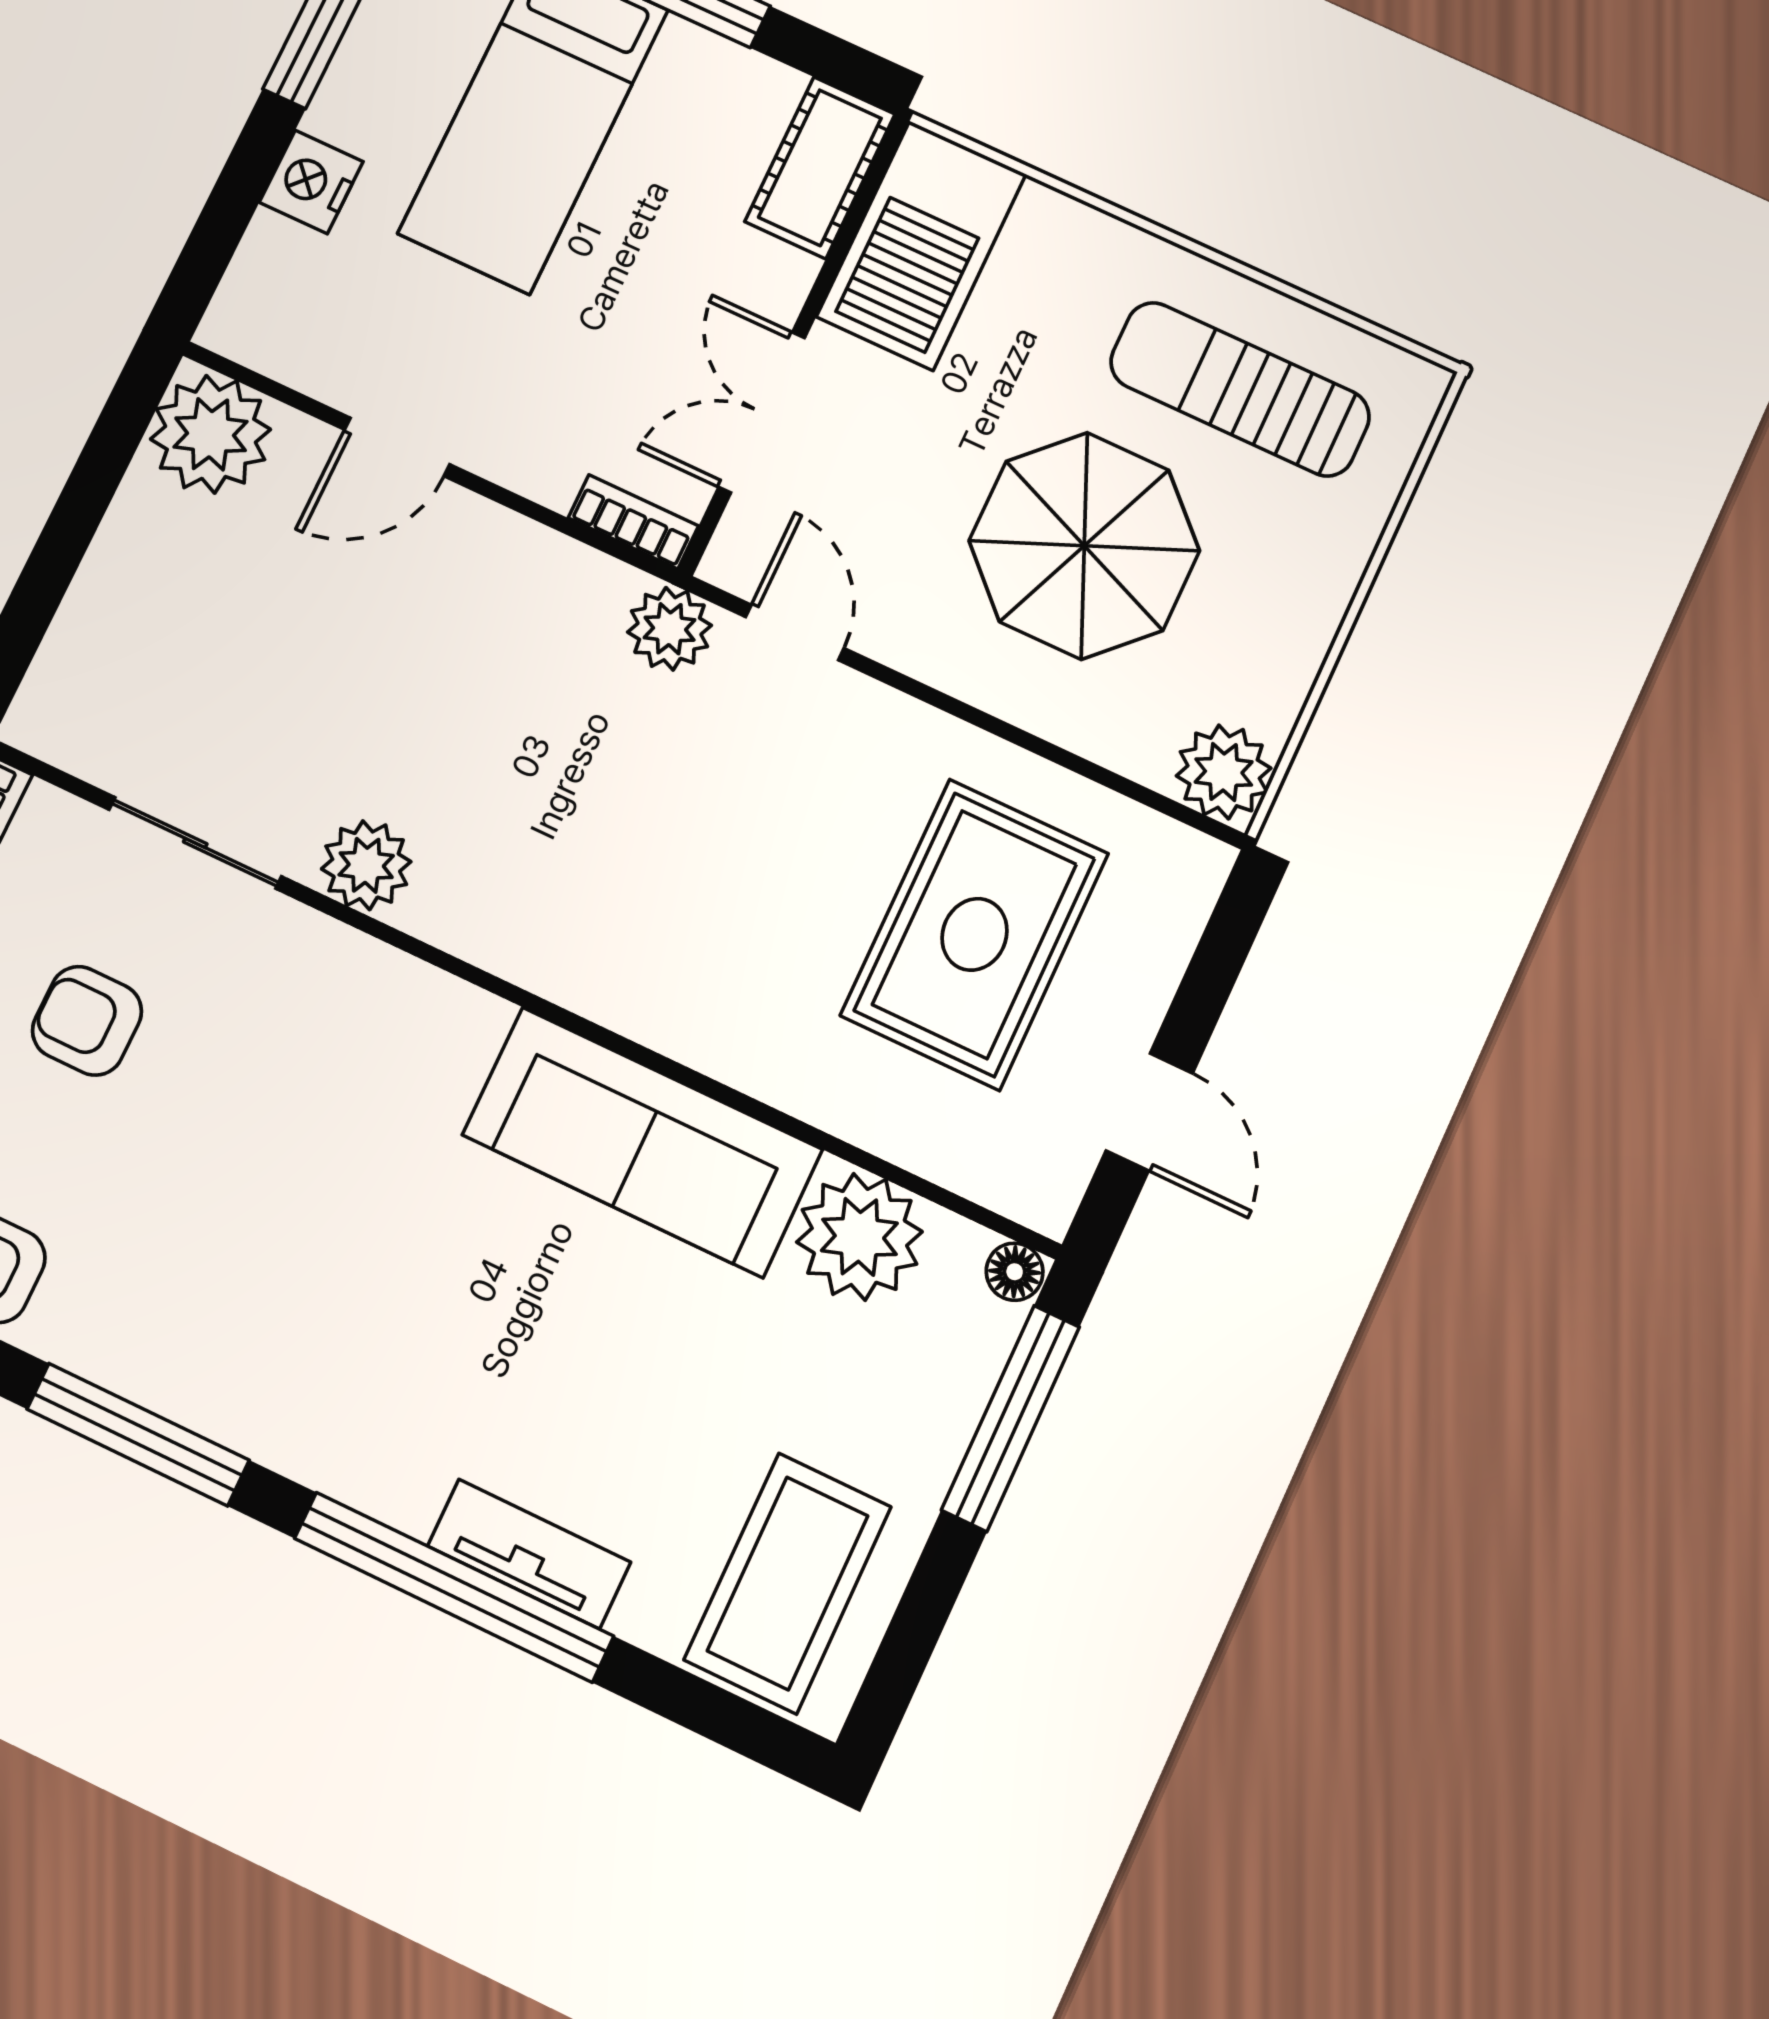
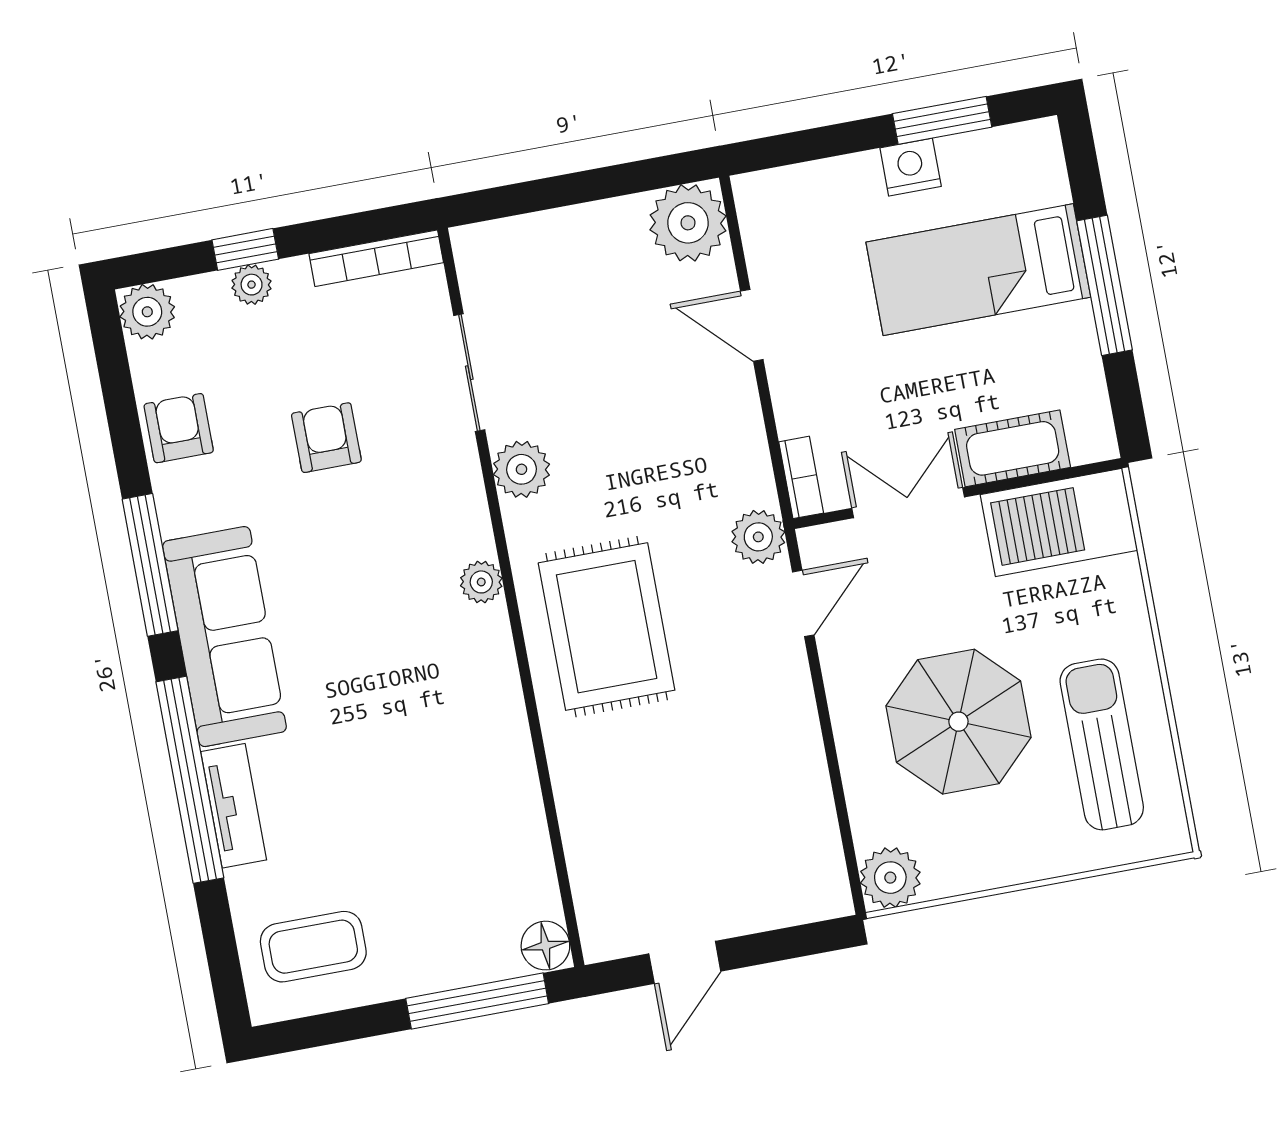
cot: (820, 168) -> (1013, 448), moved
nightstand: (311, 182) -> (911, 167), moved
rug: (975, 934) -> (607, 627), moved, turned 90
armchair: (87, 1021) -> (326, 438), moved
sofa: (642, 1142) -> (224, 637), moved, turned 180
plant: (859, 1237) -> (481, 582), moved, width x0.53, depth x0.53
floor lamp: (1015, 1272) -> (545, 946), width x1.37, depth x1.37
coffee table: (788, 1583) -> (313, 947), width x0.73, depth x0.76

